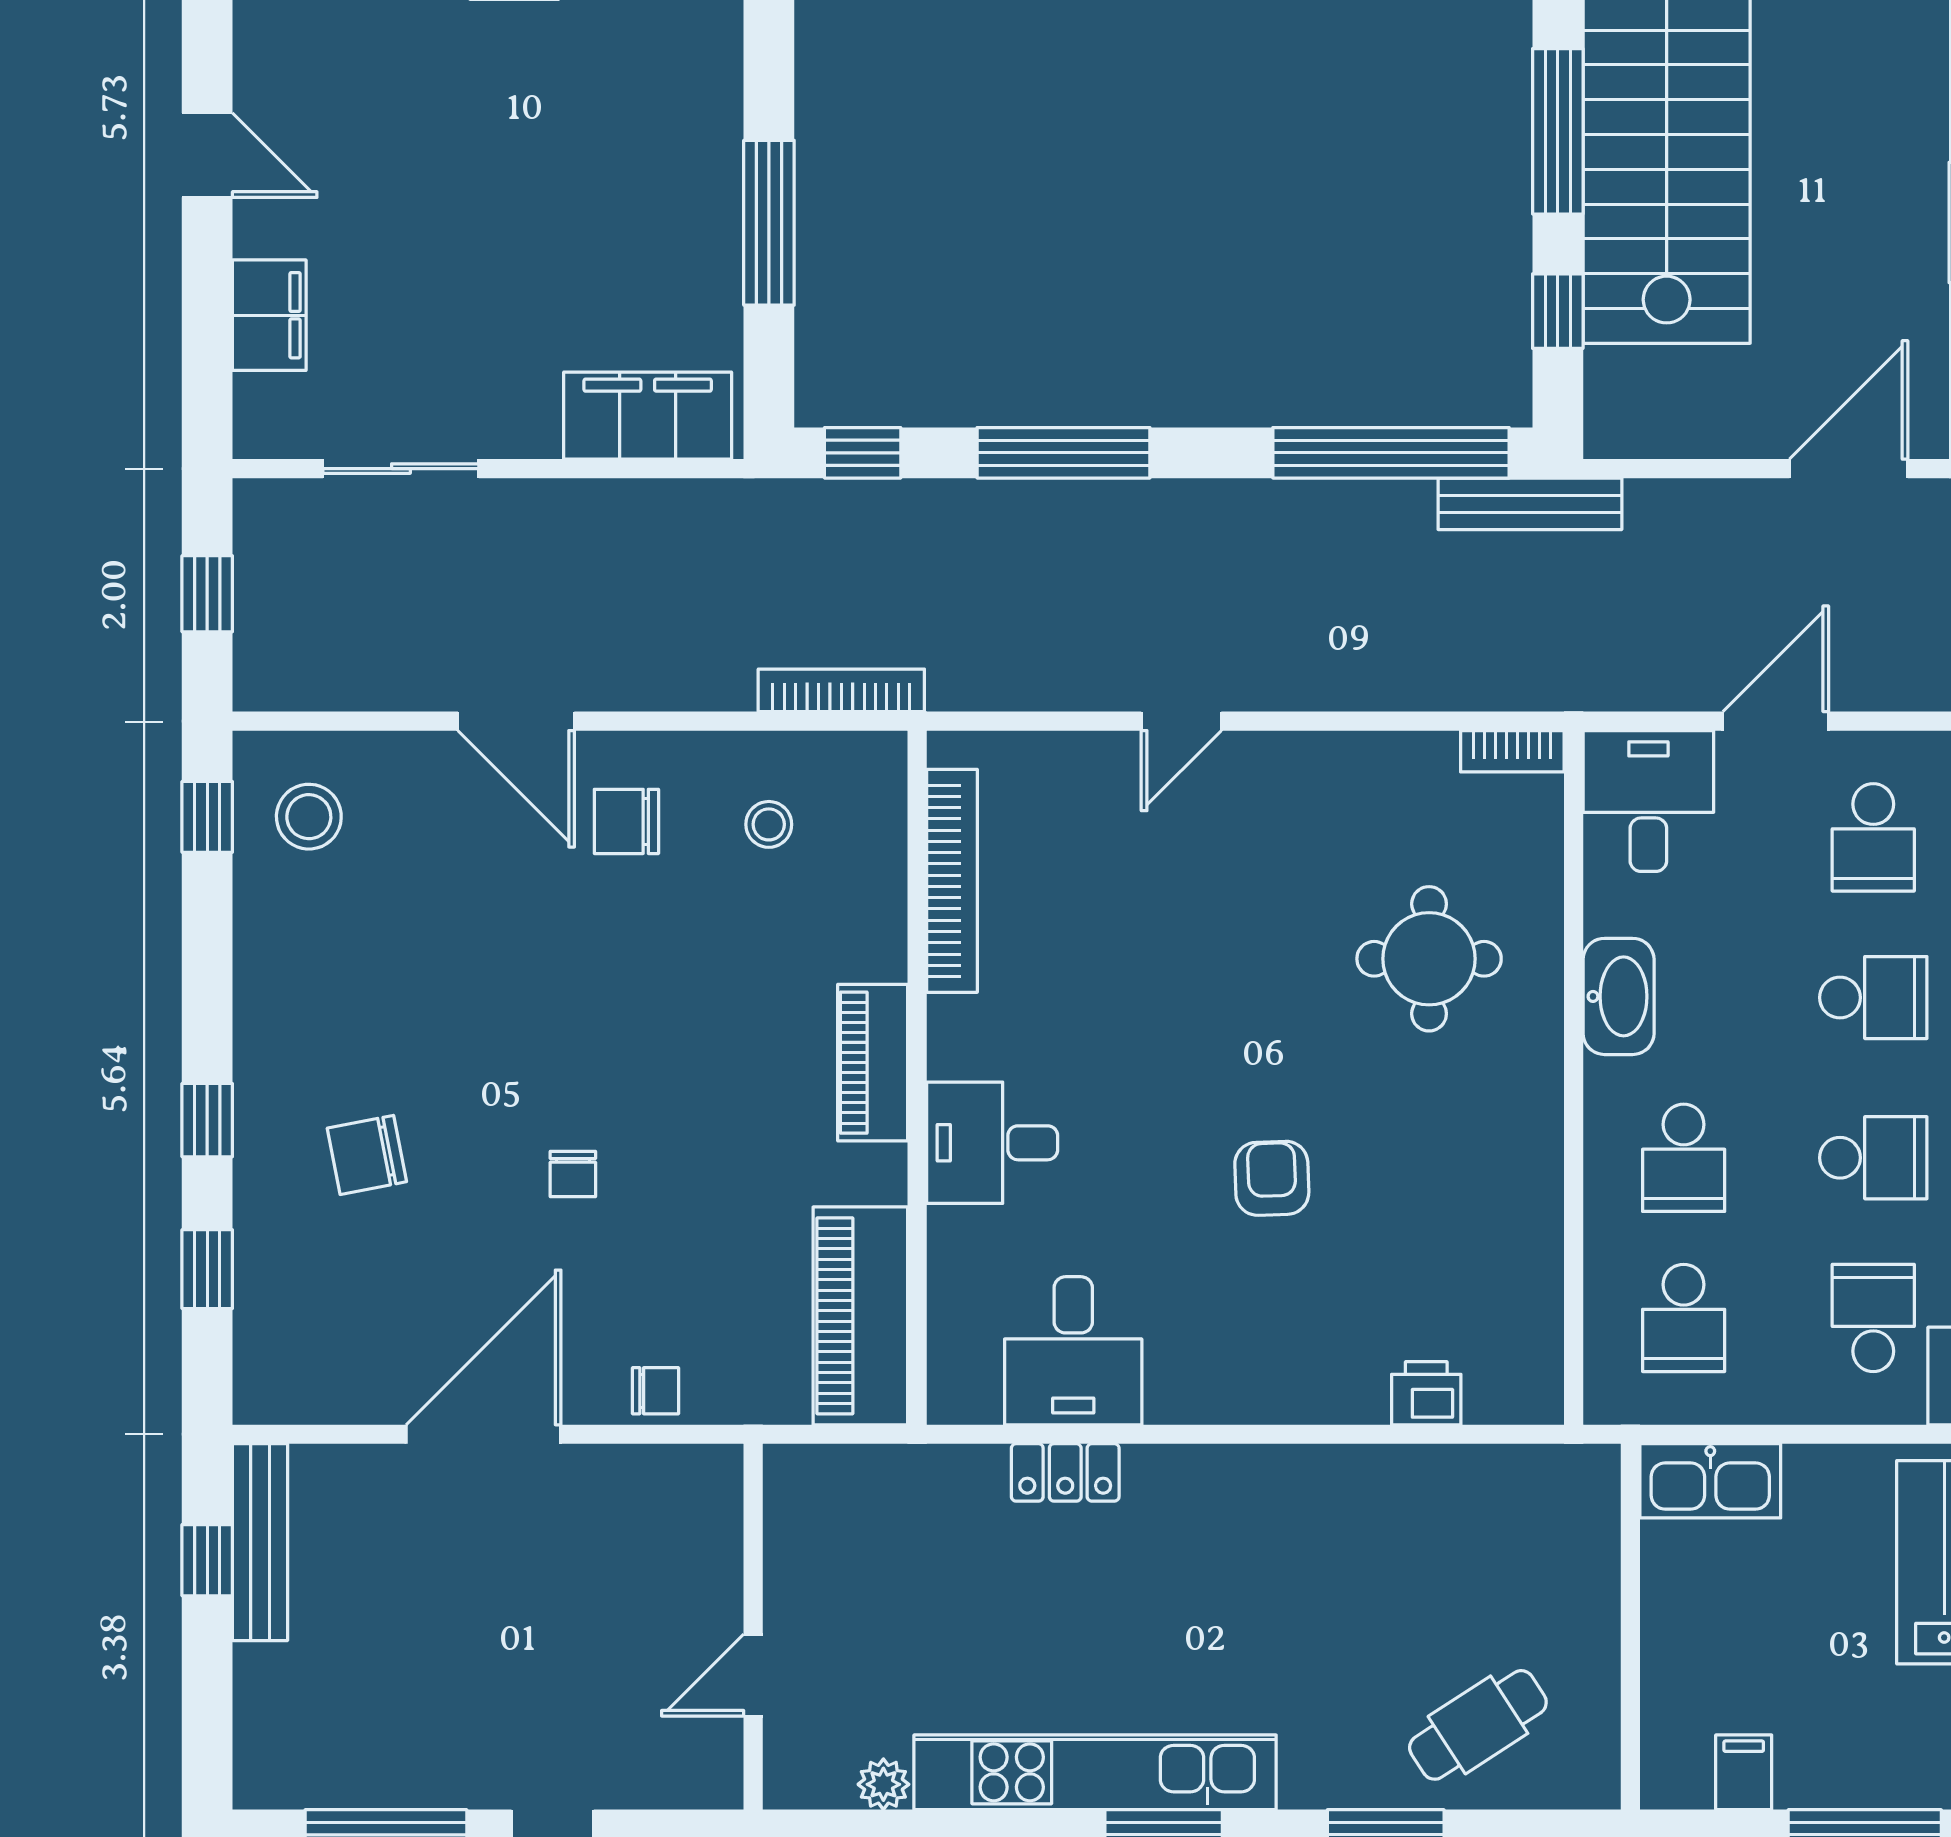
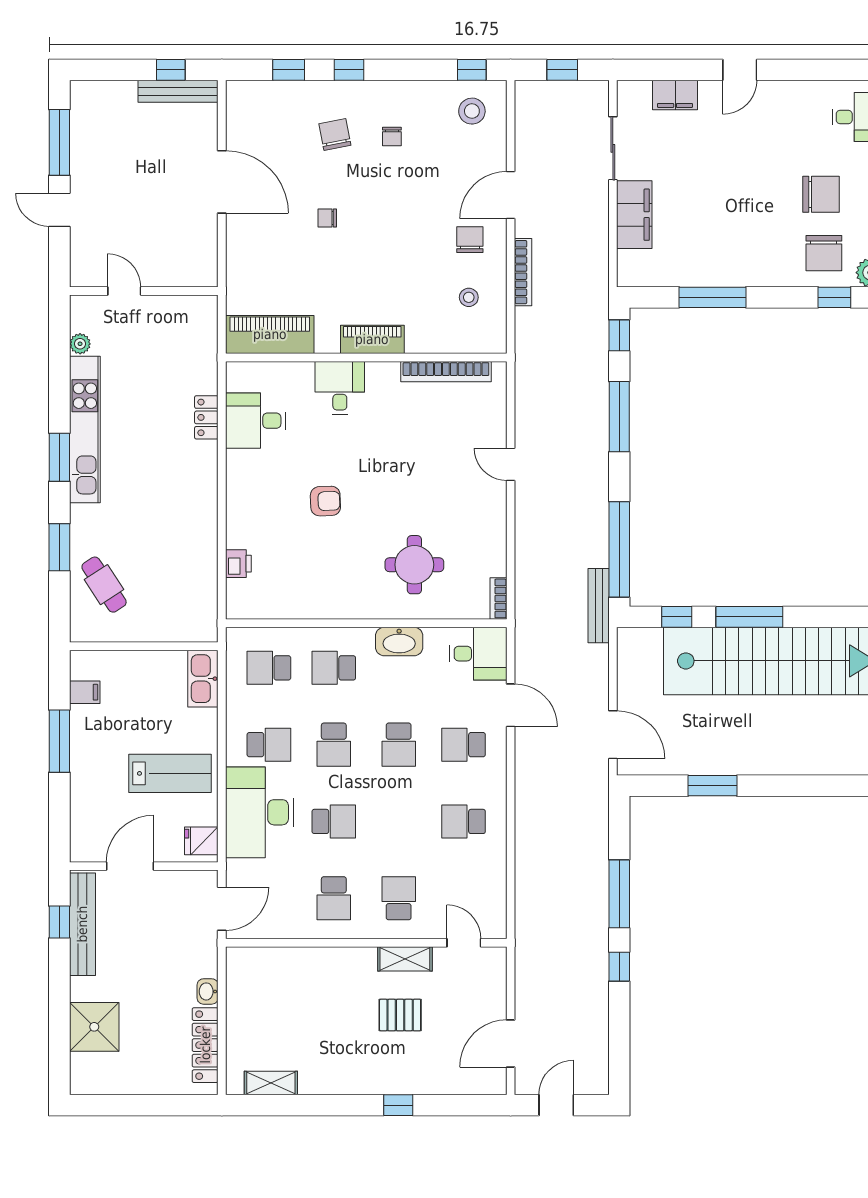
filing cabinet: (648, 416) -> (634, 215), moved
bookcase: (841, 690) -> (523, 272), moved
chair: (656, 1391) -> (392, 136), moved

